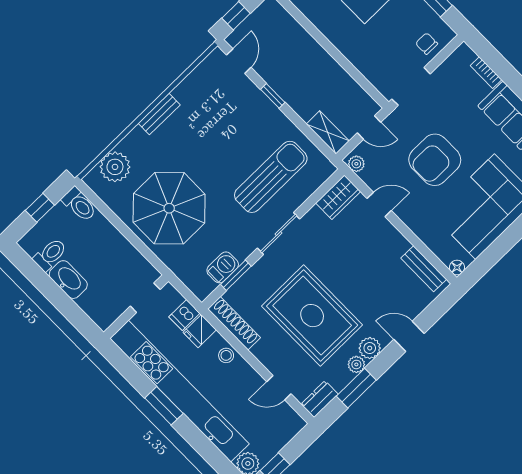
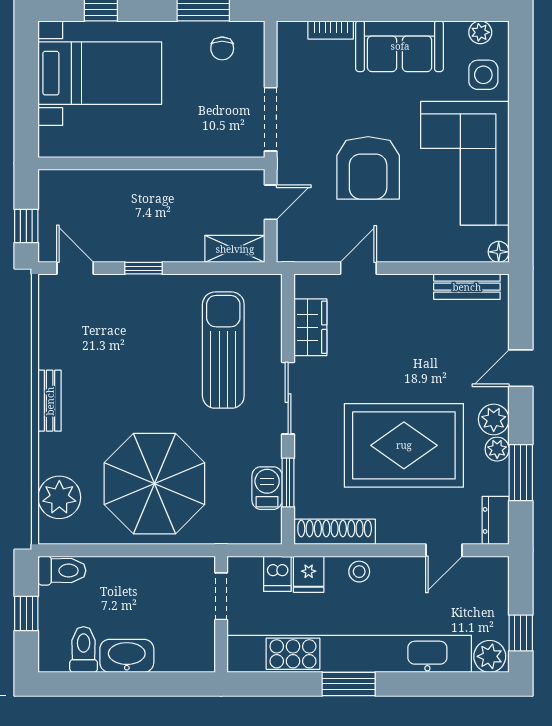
chair: (427, 44) -> (222, 48), moved, turned -90
plant: (356, 164) -> (295, 251), removed
wardrobe: (338, 197) -> (310, 327), moved

